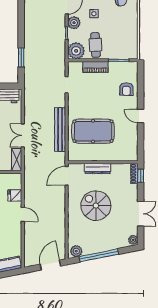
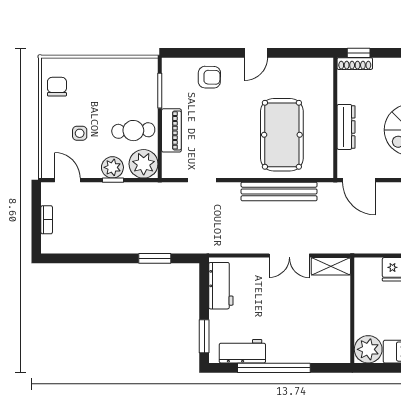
plant: (74, 23) -> (112, 167), moved

